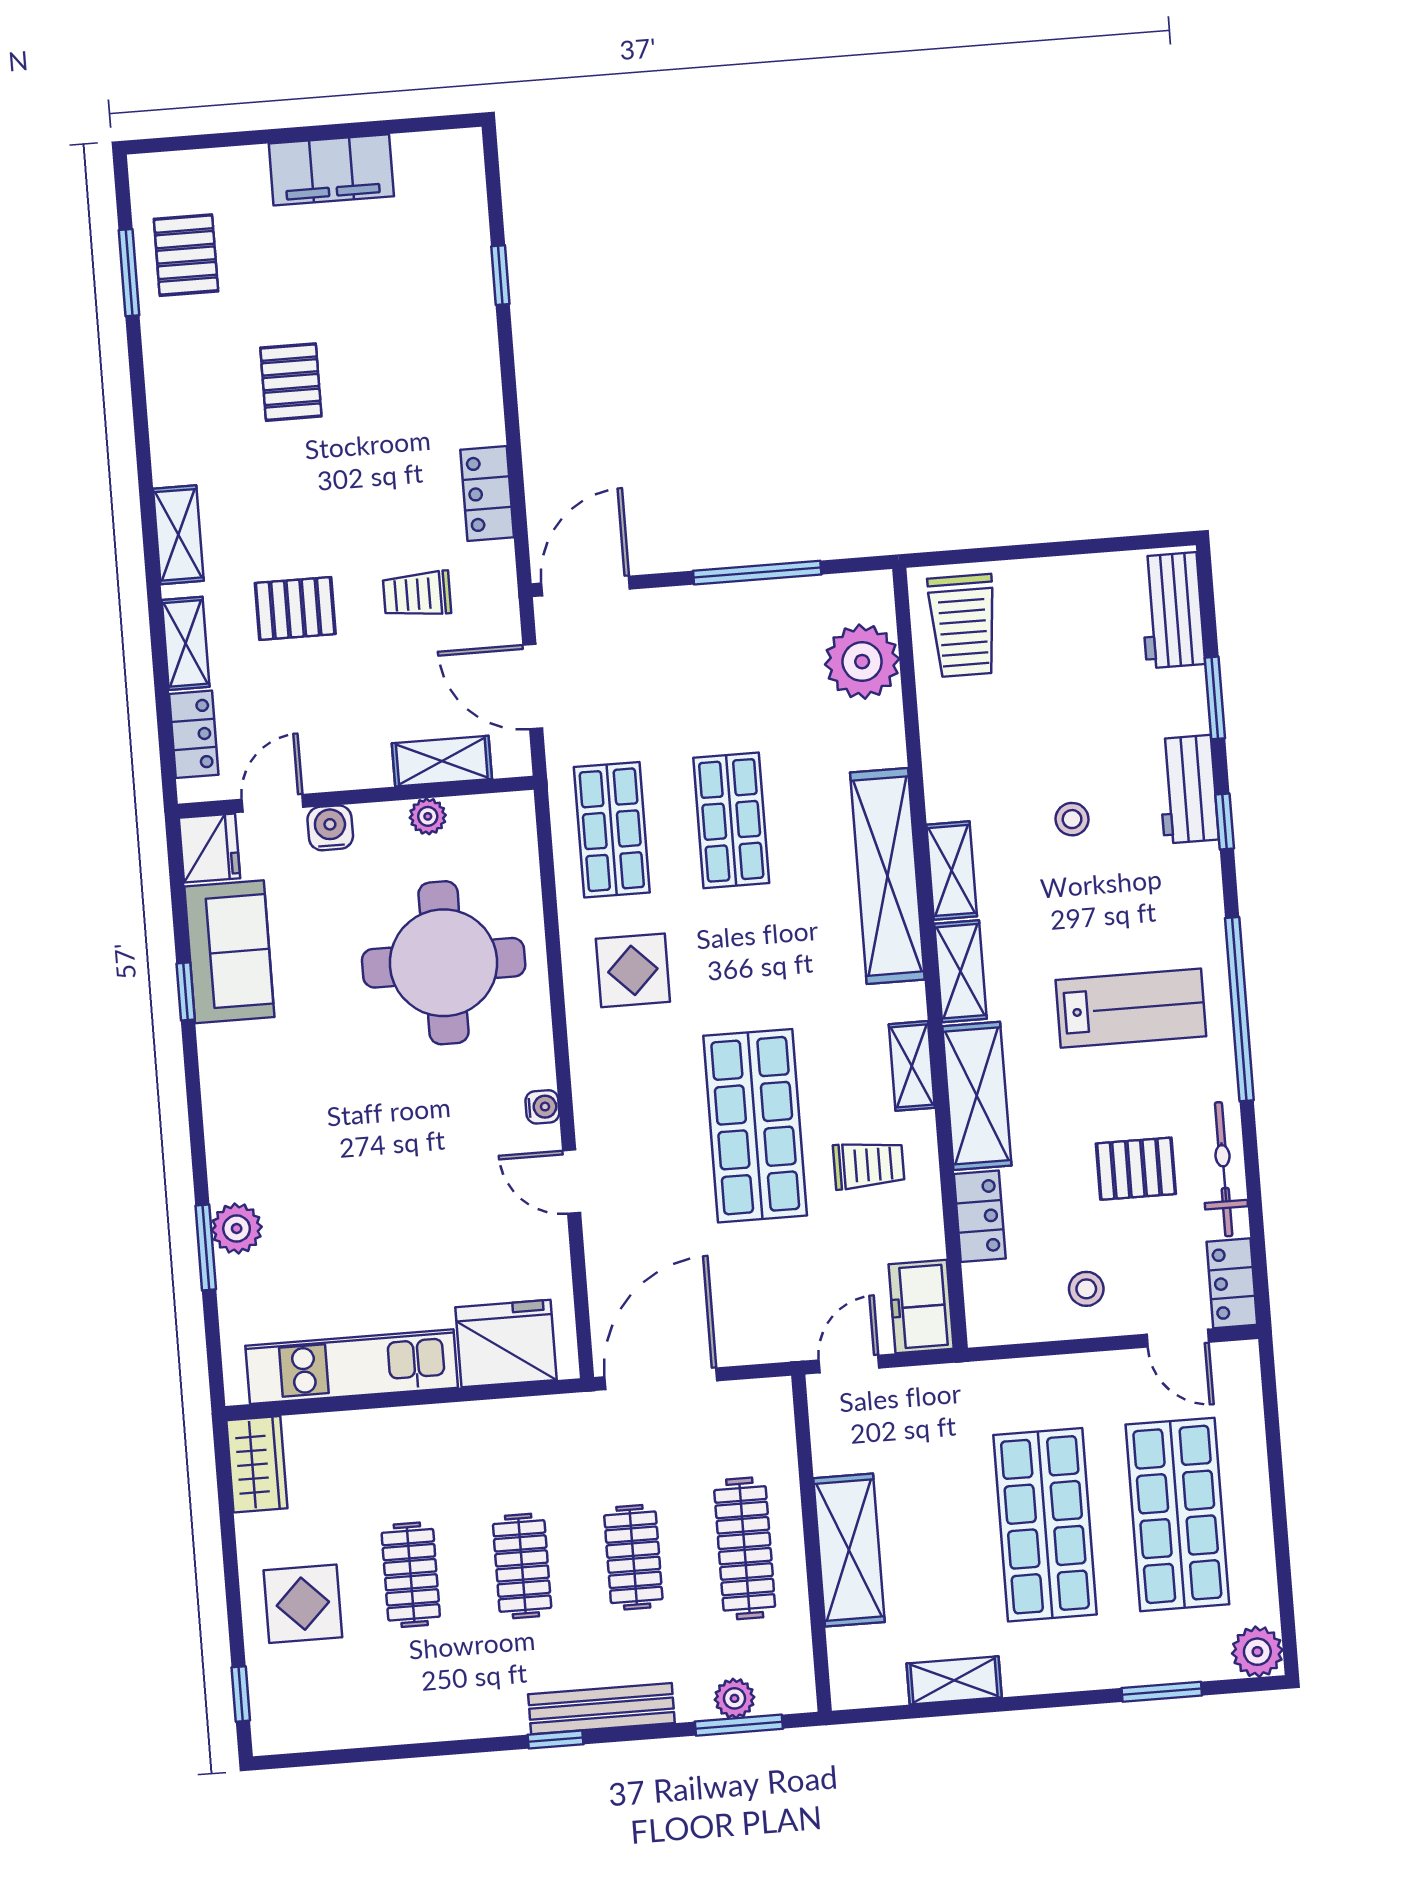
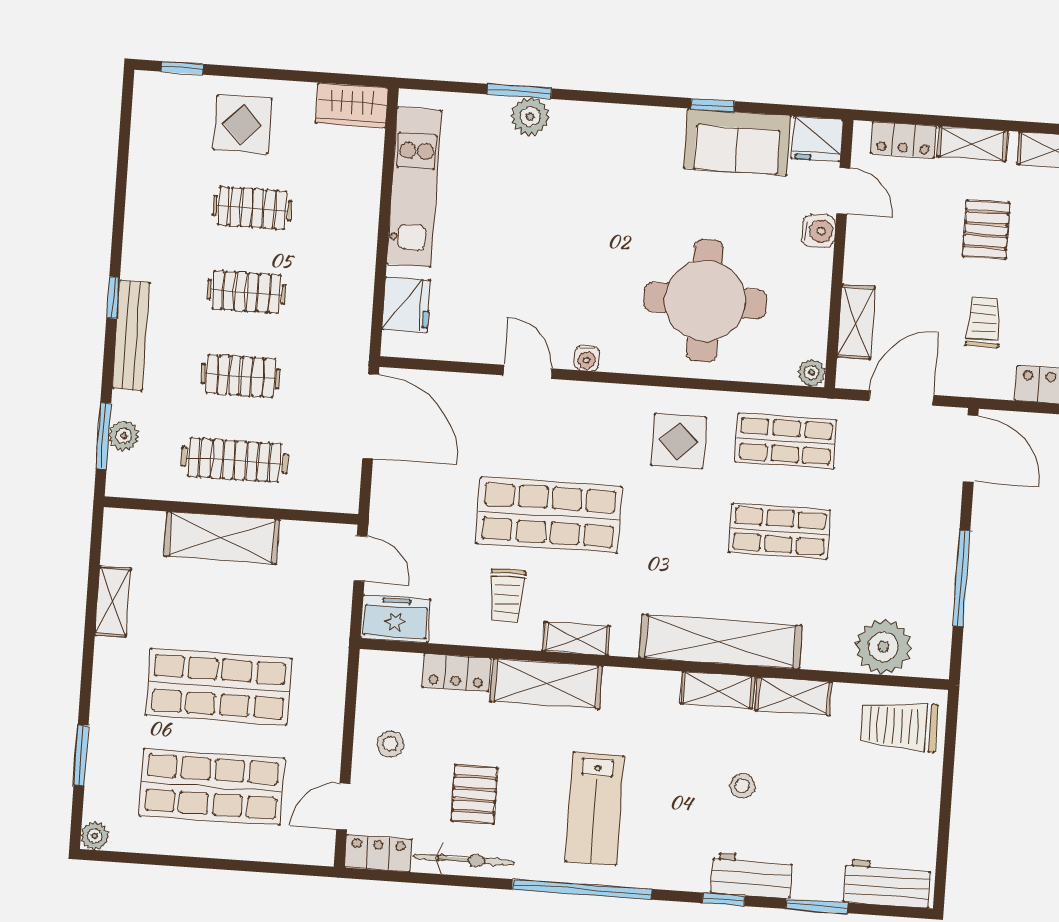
plant: (428, 816) -> (812, 373), moved
shelving: (960, 971) -> (794, 696), moved
door: (572, 1182) -> (528, 372), hinge flipped
fridge: (506, 1344) -> (406, 304), width x0.73, depth x0.75
plant: (1257, 1652) -> (95, 836), width x0.73, depth x0.73

